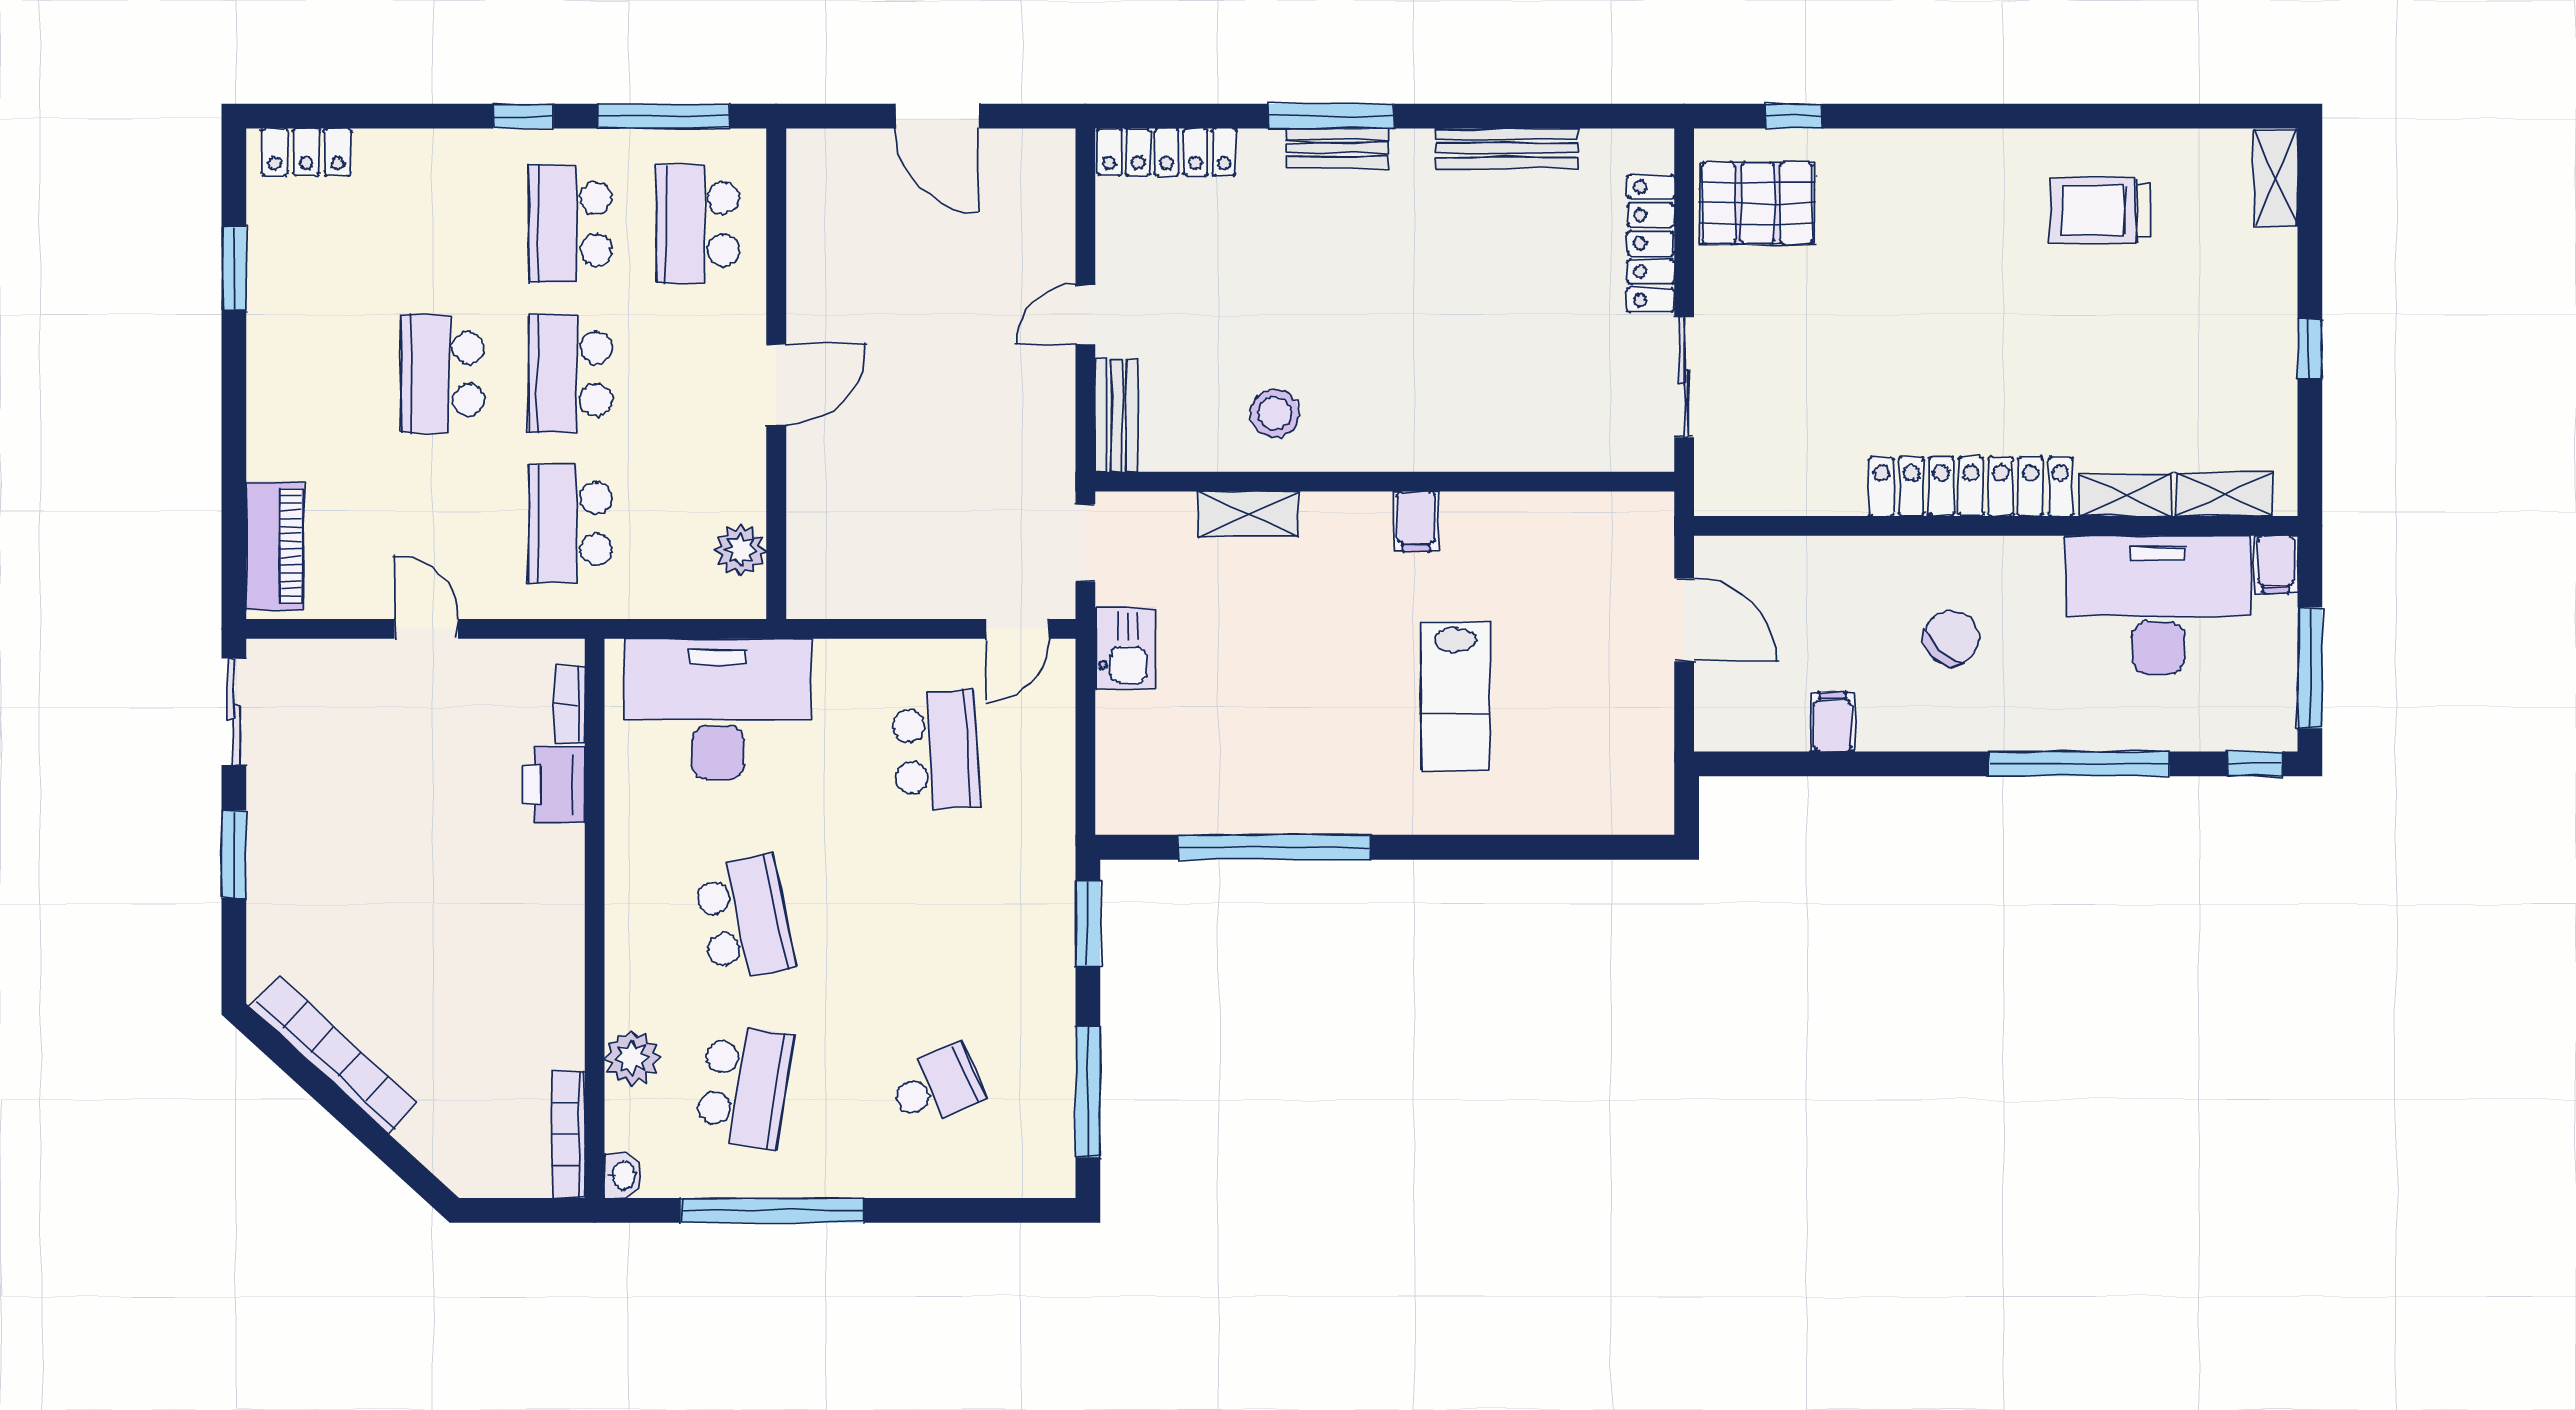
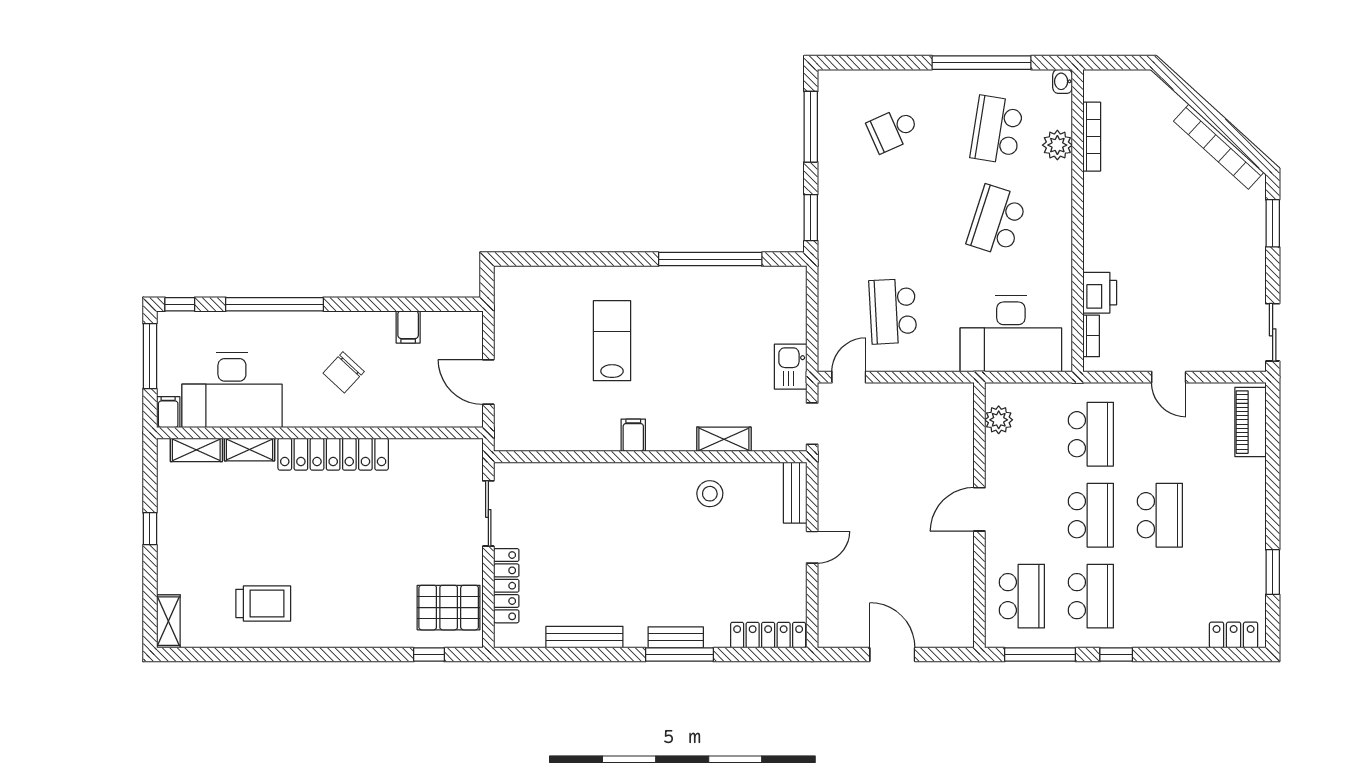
window: (234, 854) -> (1273, 223), moved
school desk: (744, 918) -> (997, 221), turned 30
bookcase: (569, 1134) -> (1092, 137), moved

